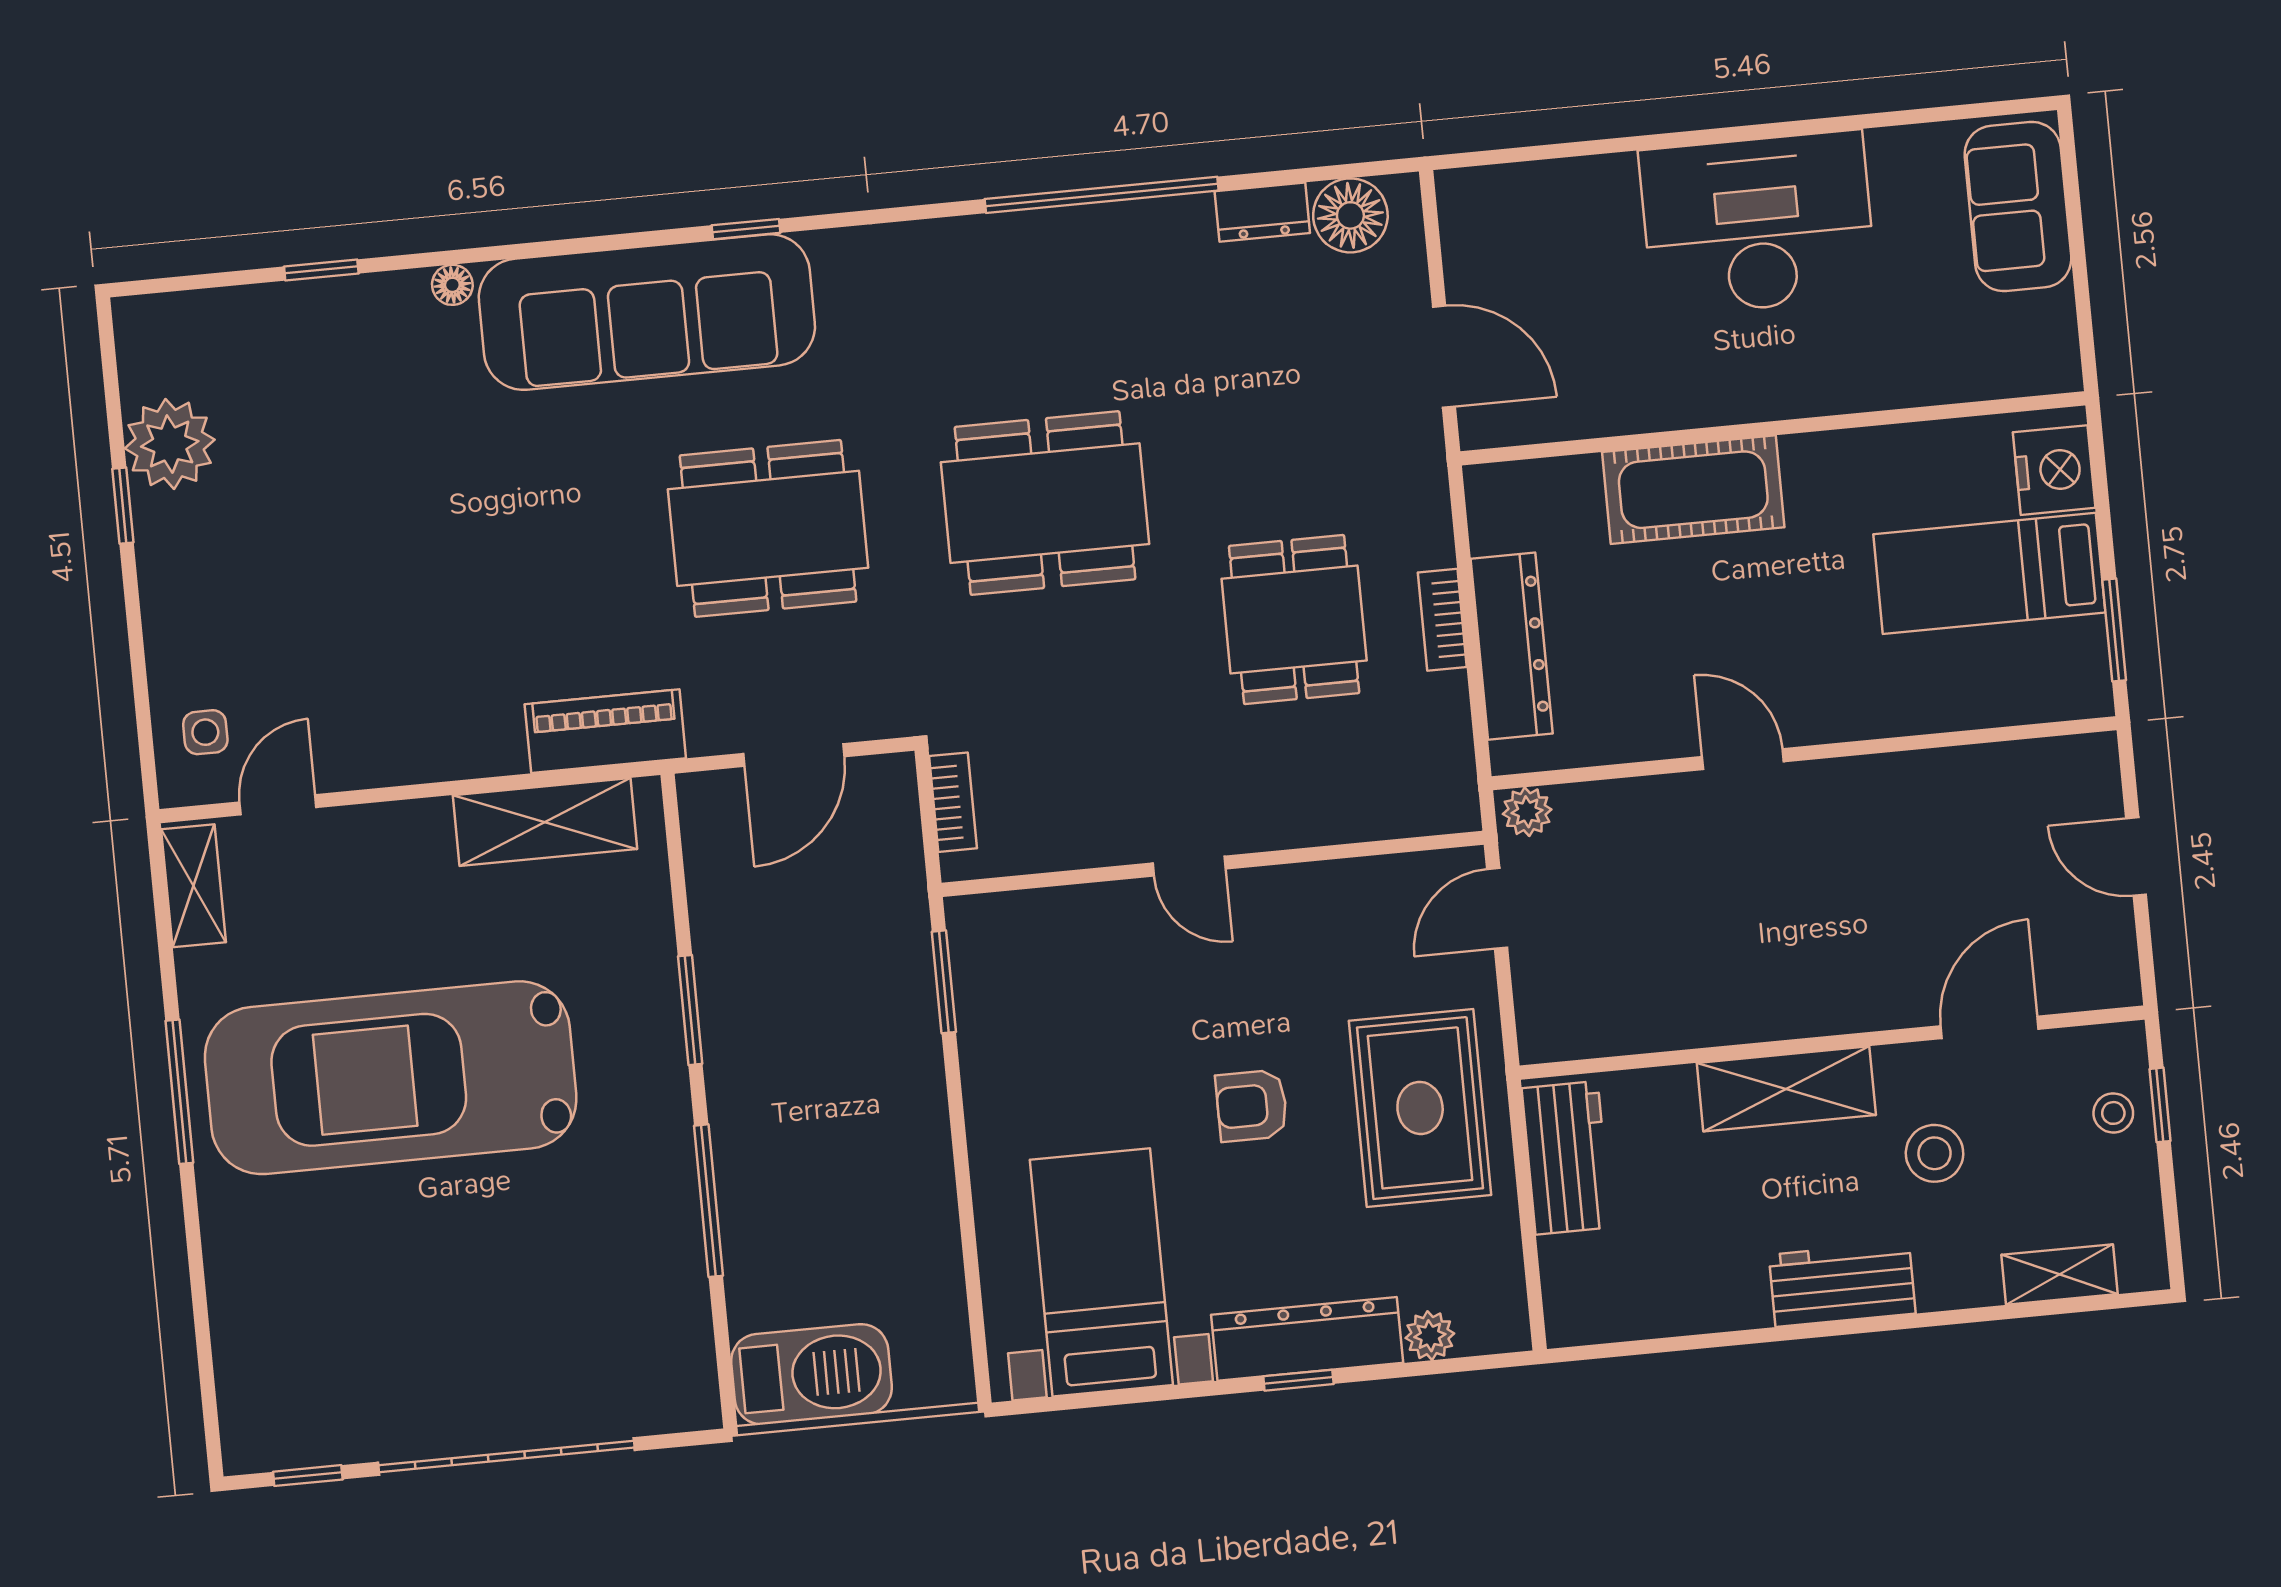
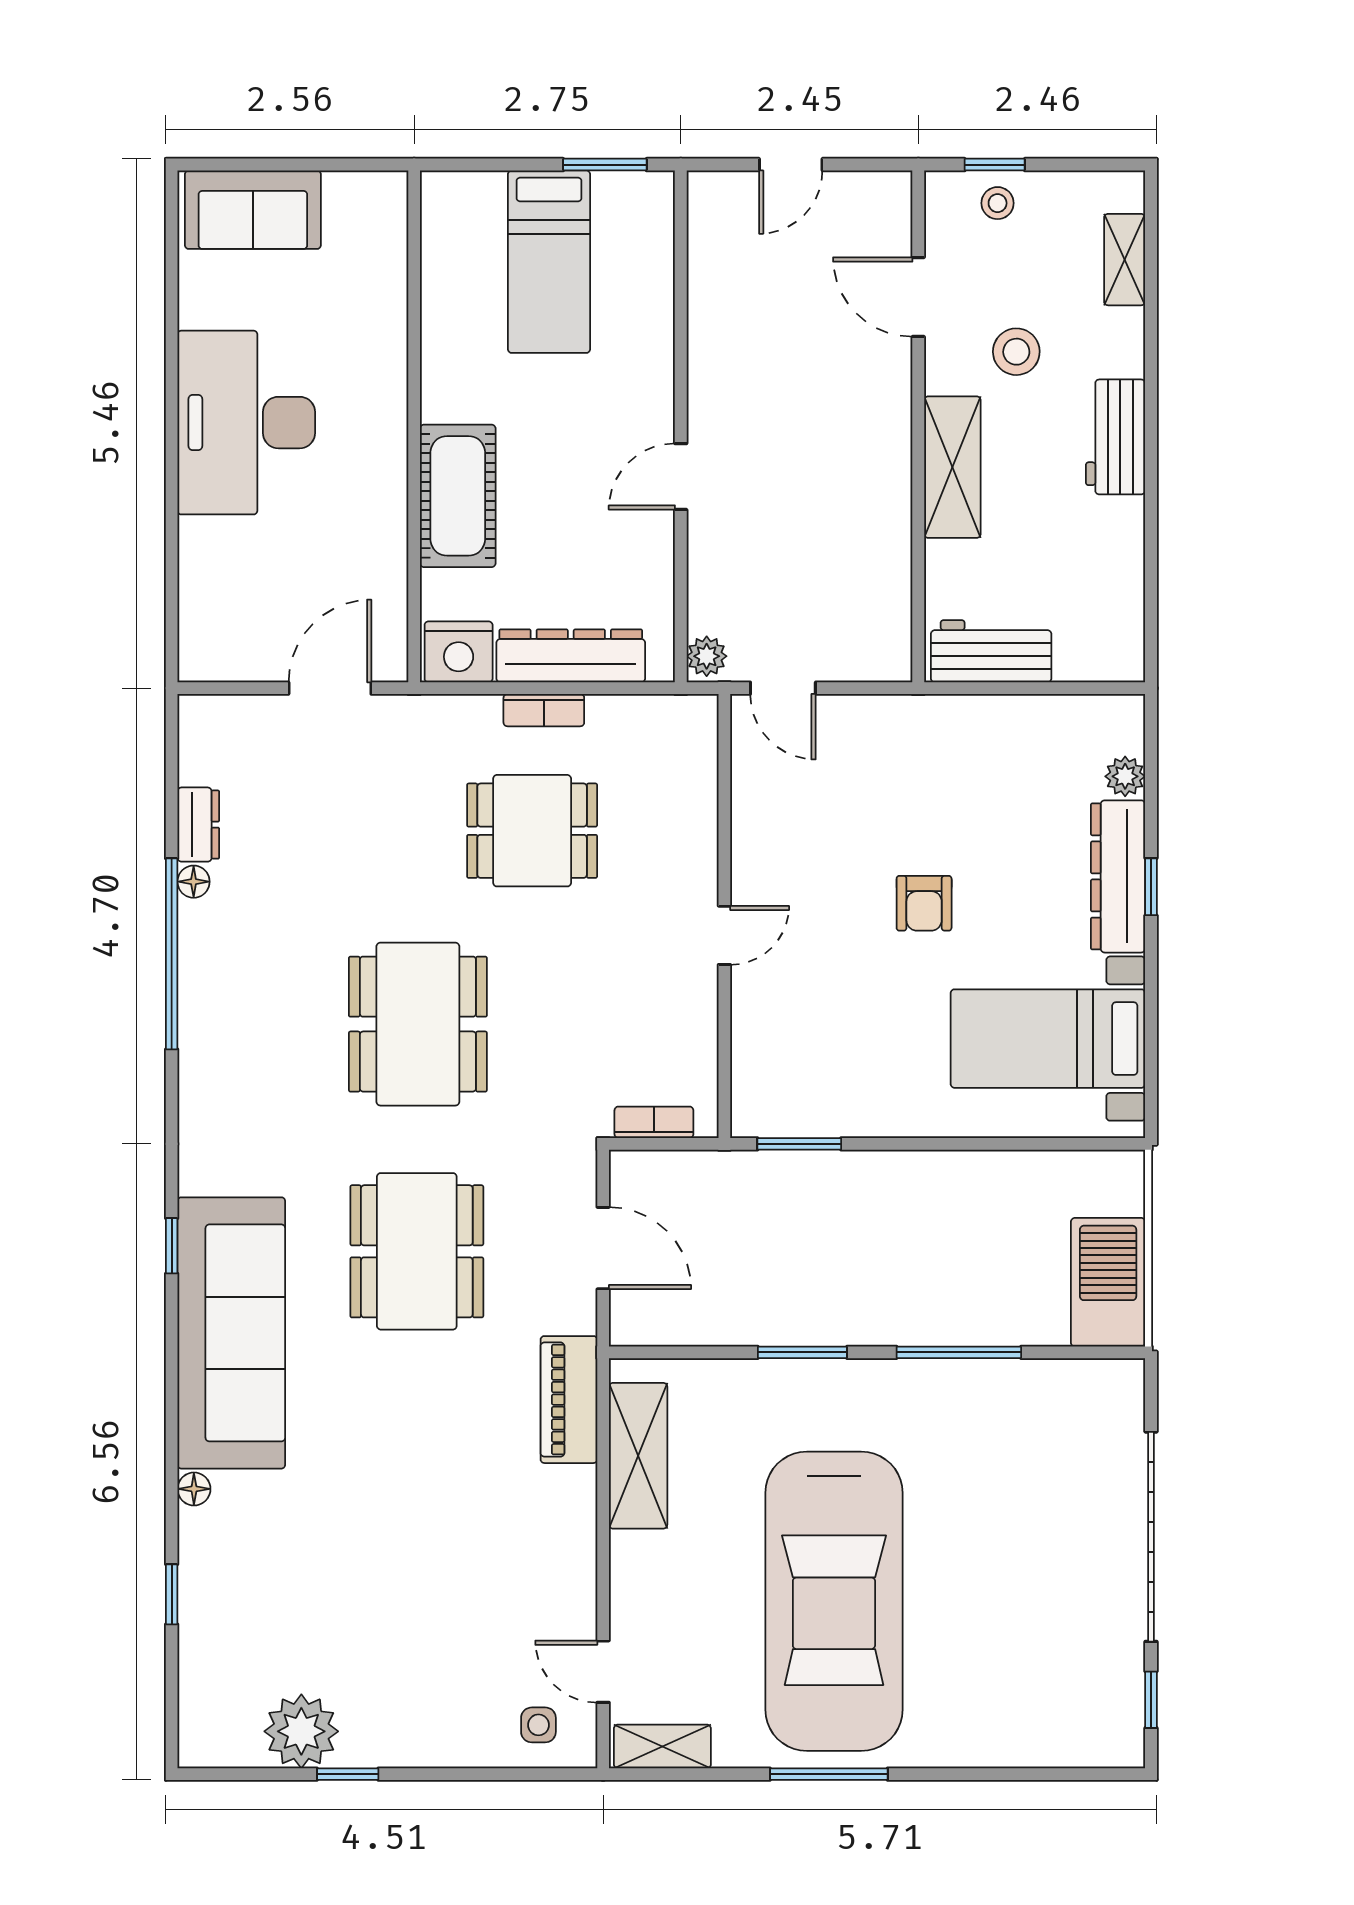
floor lamp: (1350, 215) -> (194, 882), moved, width x0.53, depth x0.53
nightstand: (2054, 470) -> (459, 652), moved, turned 180
rug: (1420, 1108) -> (939, 767), removed

